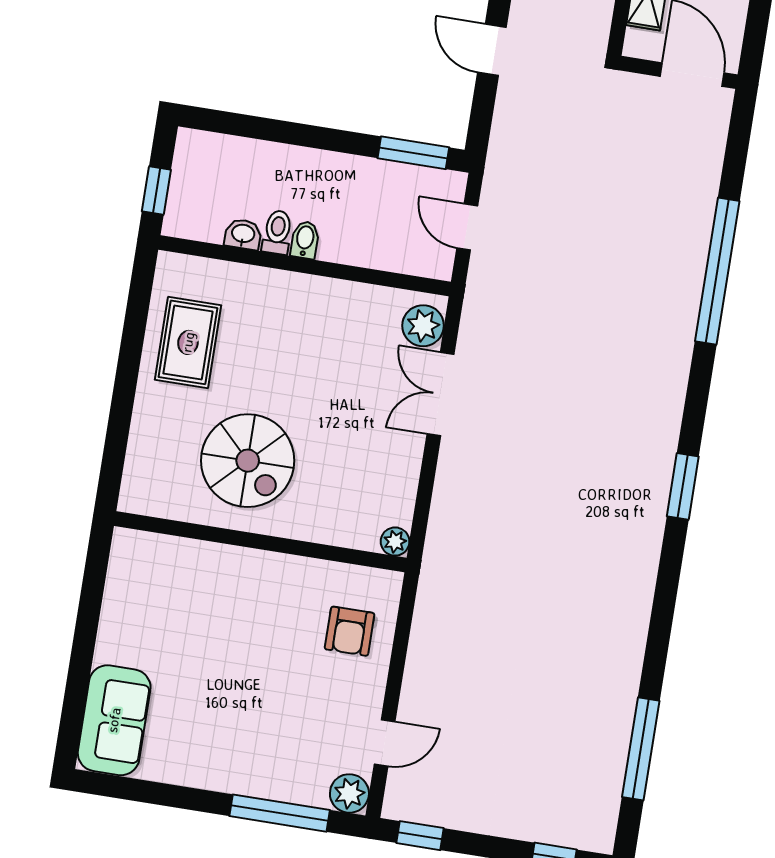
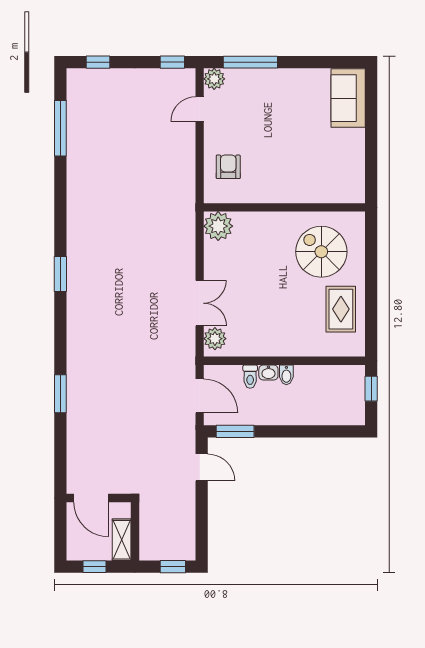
door: (492, 50) -> (202, 467), moved
door: (467, 227) -> (200, 396), width x1.38
toilet: (277, 232) -> (250, 377), moved
washbasin: (243, 234) -> (268, 372), moved
window: (717, 271) -> (60, 394), width x0.47
spiral stairs: (248, 461) -> (321, 252), moved
plant: (395, 542) -> (218, 226), width x1.88, depth x1.88

